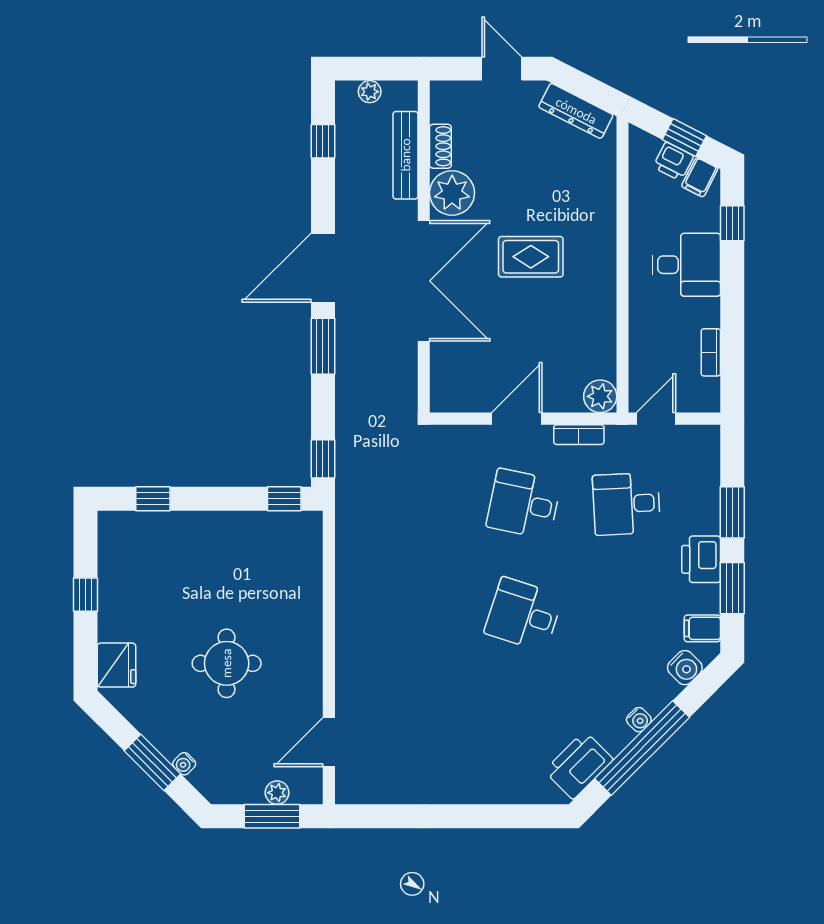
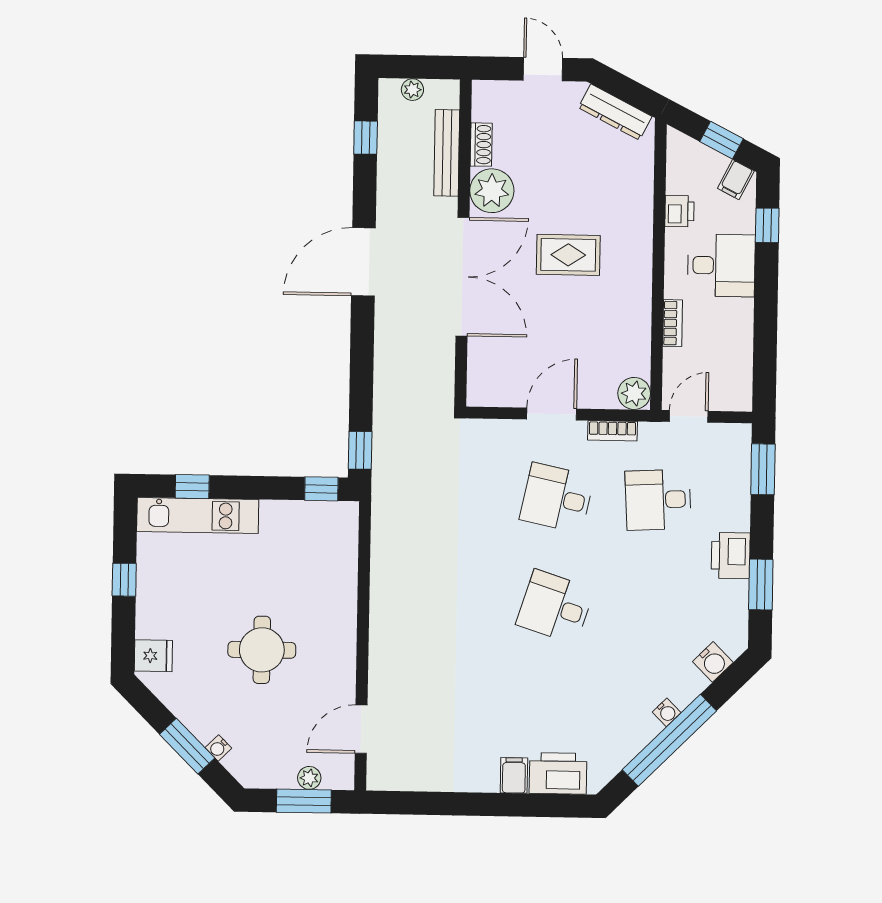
printer: (673, 161) -> (679, 211), moved, turned -117
window: (323, 346) -> (362, 339), removed
bookcase: (711, 352) -> (673, 323), moved, turned 180
window: (732, 512) -> (763, 469), moved
kitchen unit: (159, 528) -> (198, 515), added
filing cabinet: (702, 628) -> (514, 775), moved, turned 90
fridge: (116, 665) -> (153, 656), width x0.72
printer: (579, 765) -> (558, 773), moved, turned 45

